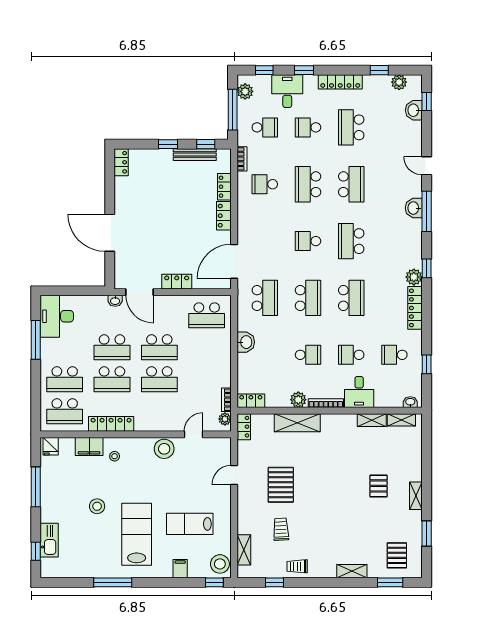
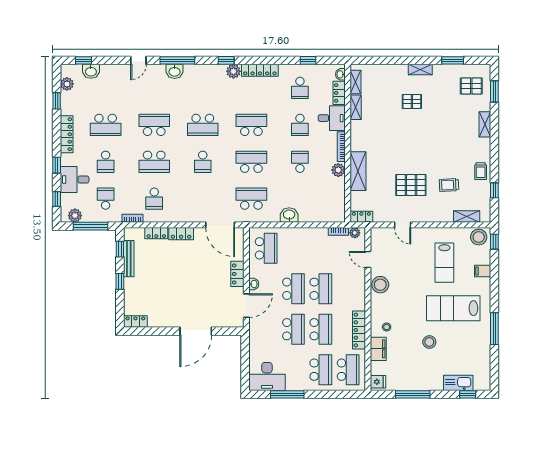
washbasin: (115, 301) -> (254, 284), moved
locker: (251, 401) -> (339, 93), moved

